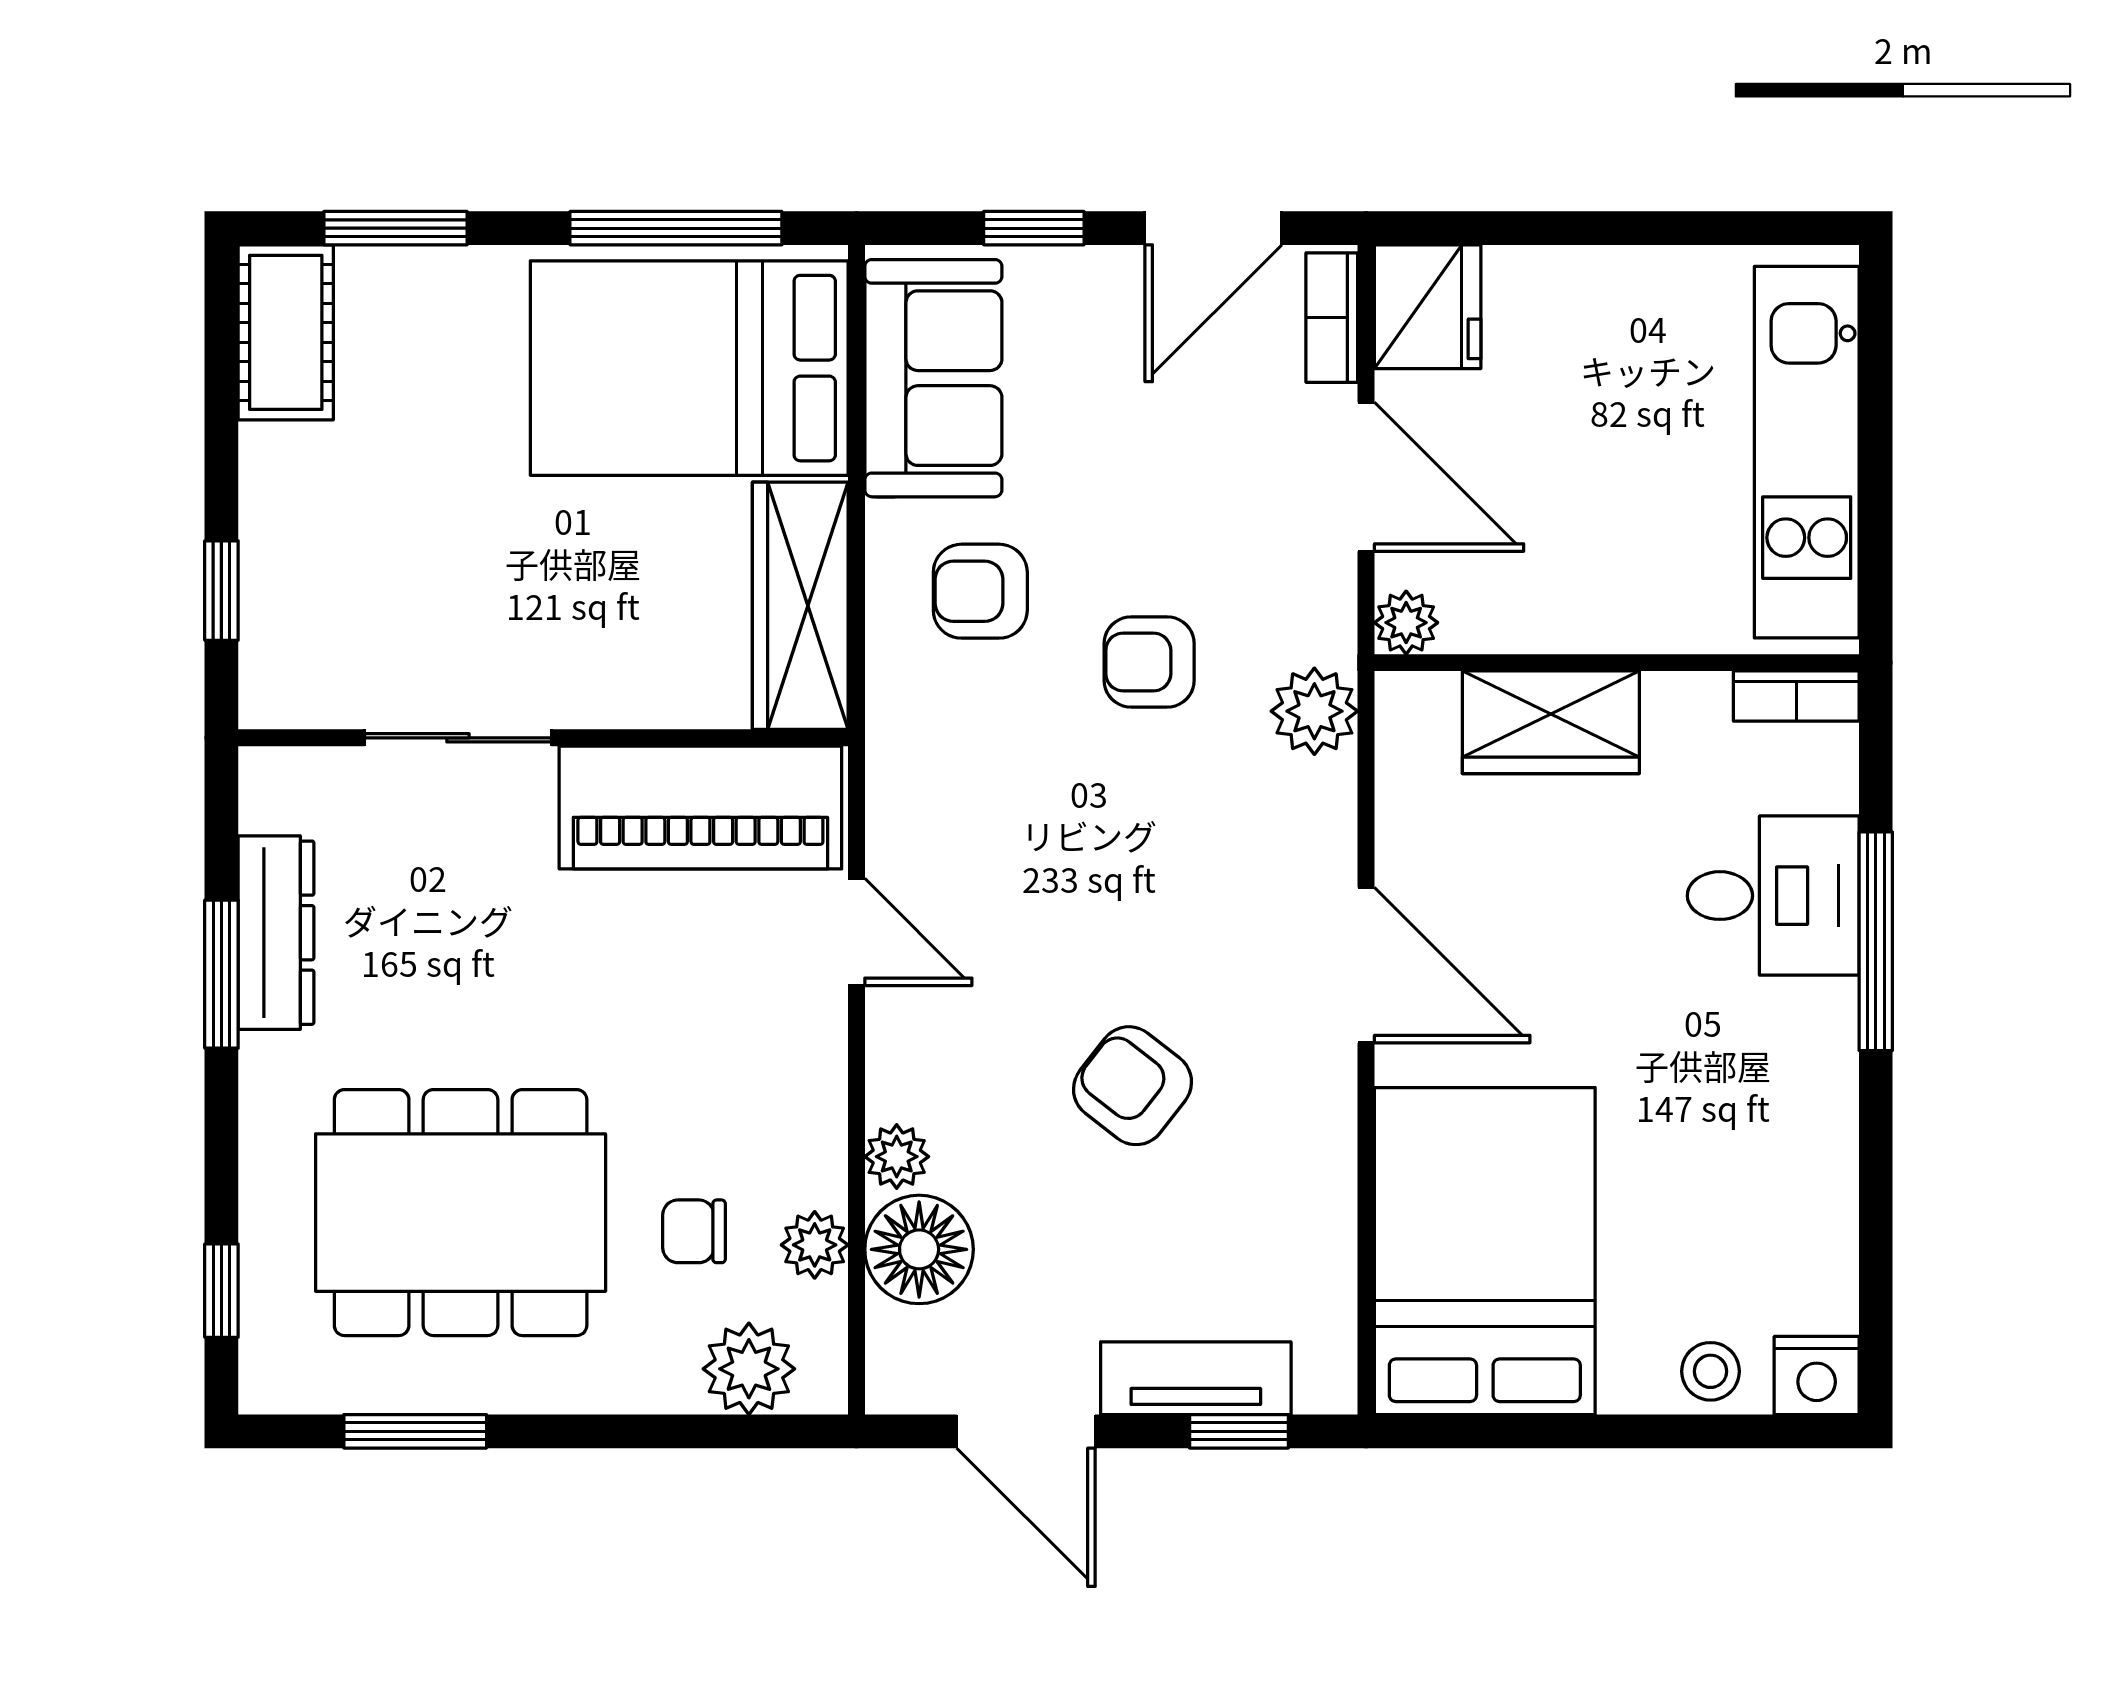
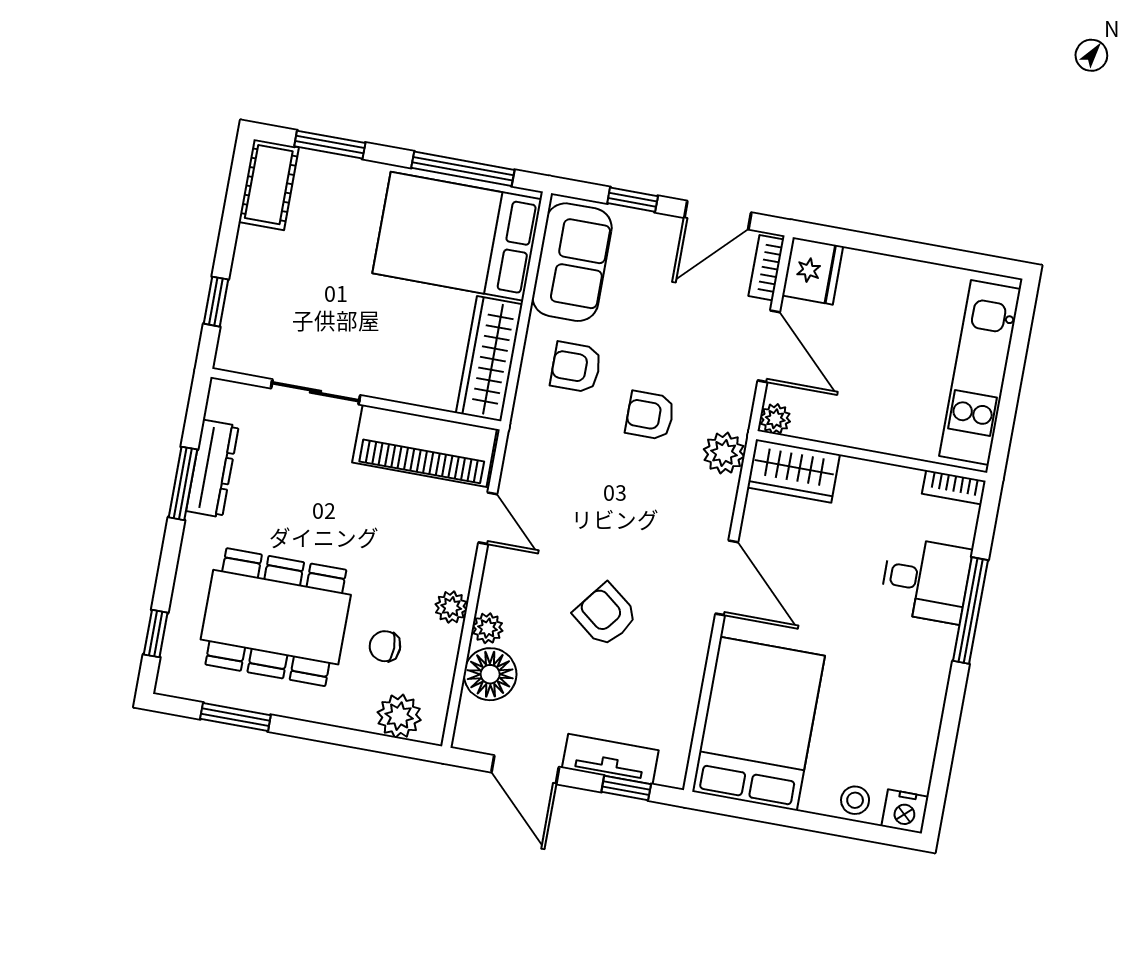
wardrobe: (1551, 722) -> (794, 471), moved
plant: (815, 1245) -> (451, 607), moved

